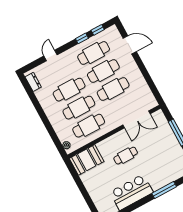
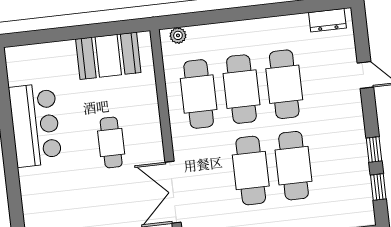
cafe table: (94, 53) -> (336, 161), removed
booth: (87, 160) -> (108, 56), moved, turned 90
window: (164, 190) -> (14, 190), removed

